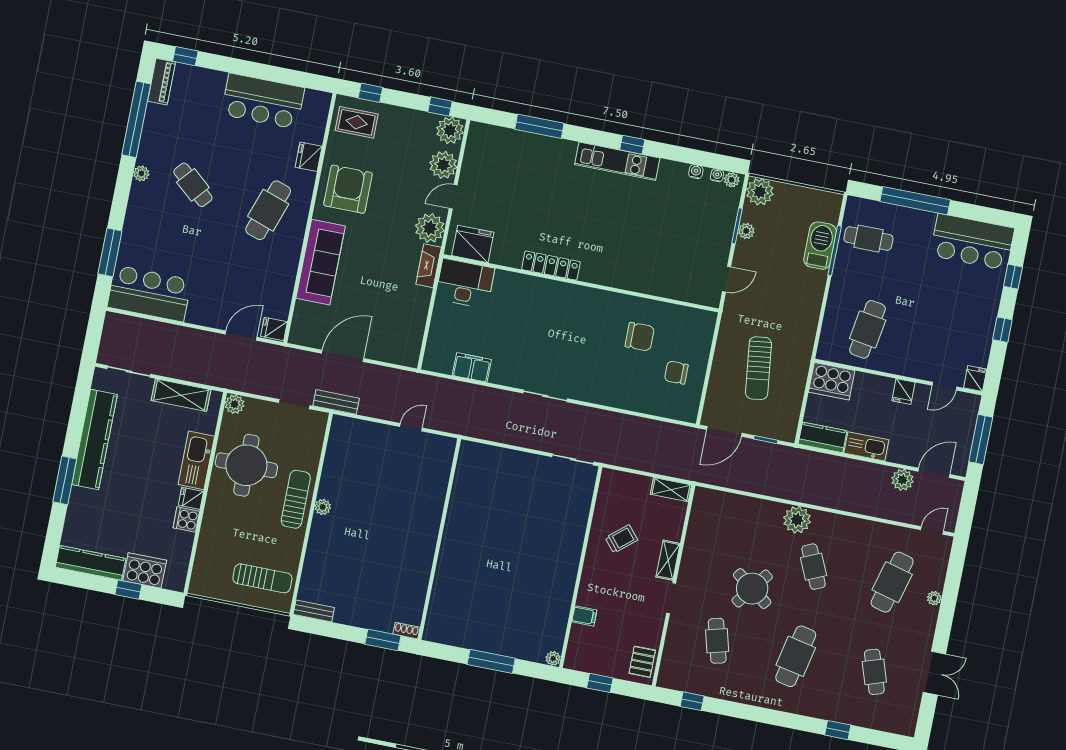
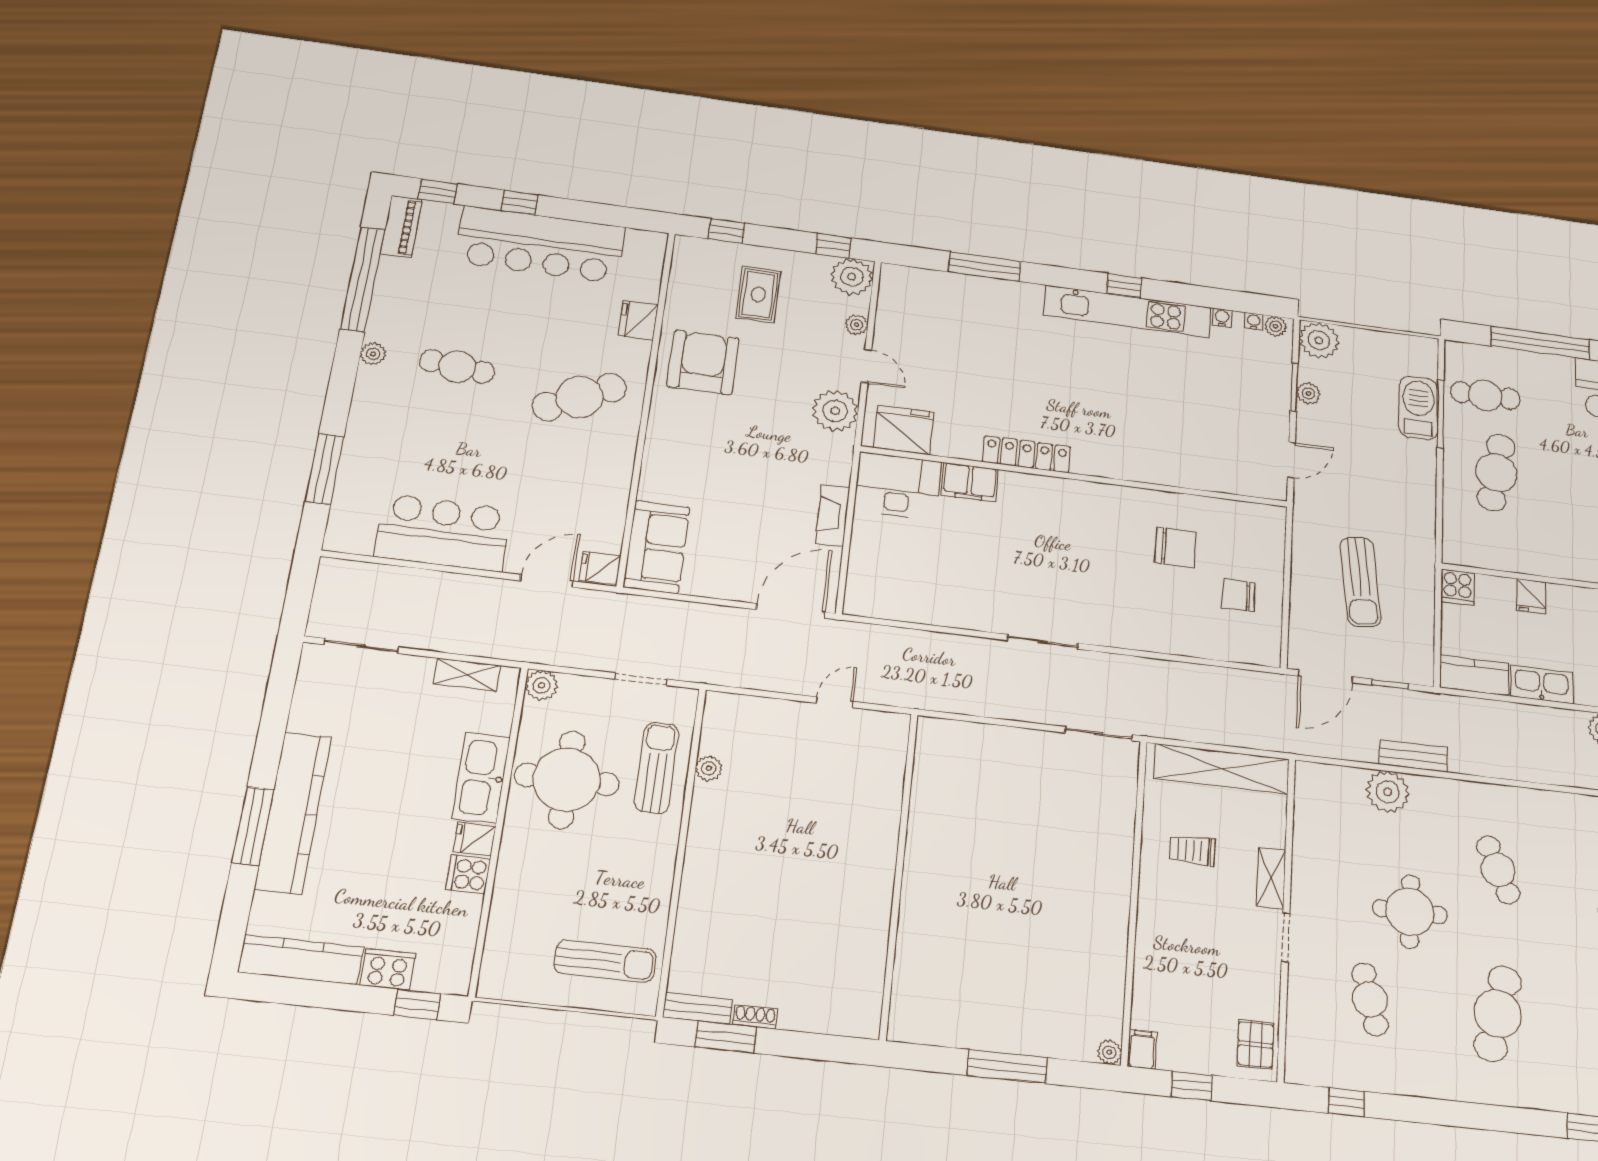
window: (237, 66) -> (520, 203), added
bar counter: (263, 101) -> (540, 245), width x1.36
rug: (357, 122) -> (758, 294), moved, turned 90
kitchen unit: (617, 161) -> (1128, 311), width x1.36
plant: (443, 165) -> (857, 325), width x0.53, depth x0.53
cafe table: (193, 185) -> (457, 366), turned -35
door: (453, 197) -> (866, 366), swing flipped
cafe table: (268, 210) -> (579, 397), turned 44
sofa: (321, 262) -> (657, 547), moved, width x0.73
fireplace: (429, 266) -> (833, 516), moved
bar counter: (149, 293) -> (443, 533), moved
cafe table: (868, 329) -> (1496, 472), moved
door: (343, 356) -> (791, 611), moved
filing cabinet: (472, 367) -> (970, 482), moved, turned 180
cooker: (832, 381) -> (1457, 587), width x0.53, depth x0.76
fridge: (903, 392) -> (1531, 596), moved
shelving: (181, 395) -> (467, 675), width x0.67, depth x0.75
bench: (336, 402) -> (1413, 756), moved
kitchen counter: (94, 439) -> (293, 813), moved
shelving: (671, 490) -> (1222, 769), width x2.20, depth x1.33
sun lounger: (296, 499) -> (657, 768), moved
plant: (323, 507) -> (709, 768), moved
plant: (797, 520) -> (1388, 792), moved
trolley: (621, 539) -> (1192, 850), turned -140
cooker: (145, 570) -> (388, 969), width x0.73, depth x0.76
round table: (752, 589) -> (1410, 912), turned -37
window: (128, 590) -> (417, 1004), moved
filing cabinet: (584, 616) -> (1142, 1049), moved, turned -90
shoe rack: (406, 631) -> (755, 1017), moved
window: (383, 640) -> (726, 1037), moved

